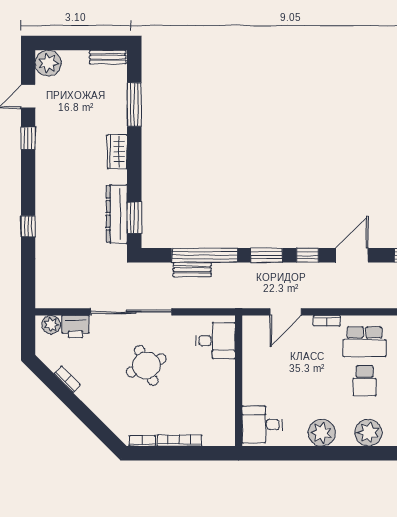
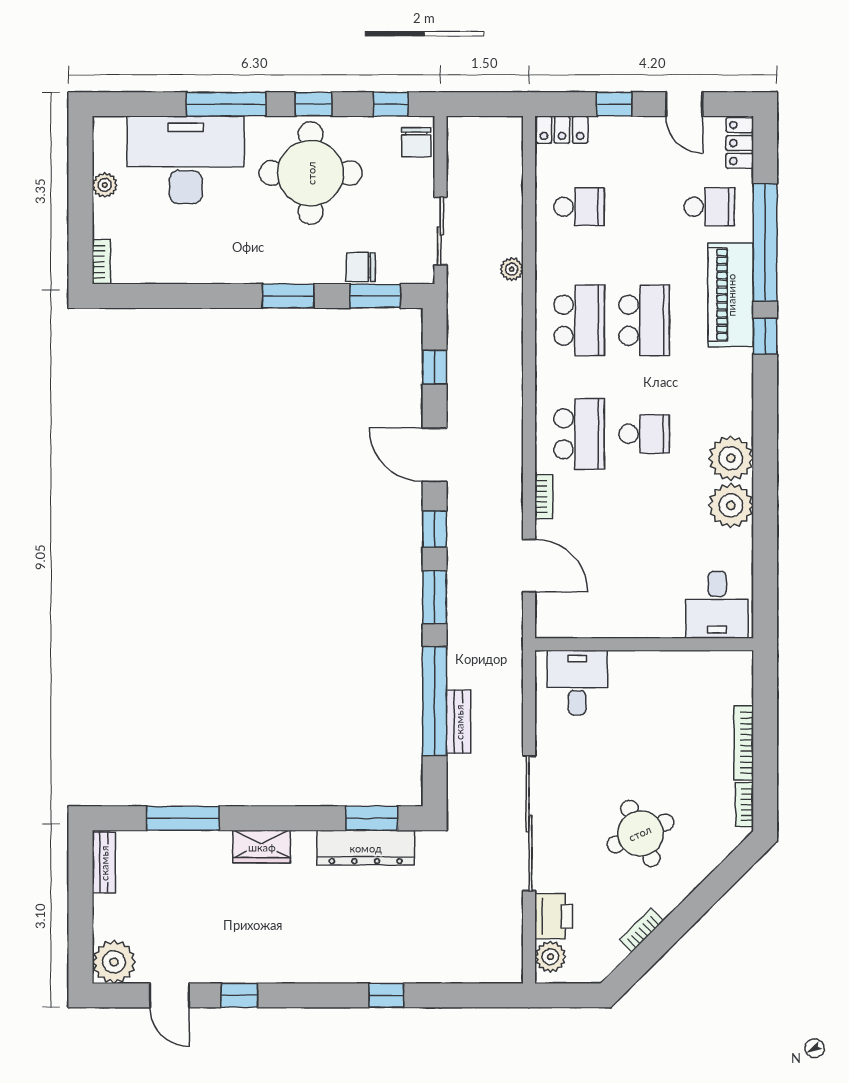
round table: (146, 365) -> (640, 833), moved
plant: (368, 433) -> (731, 458), moved

